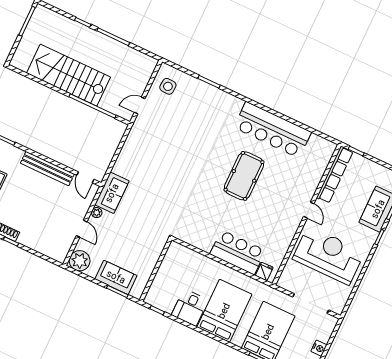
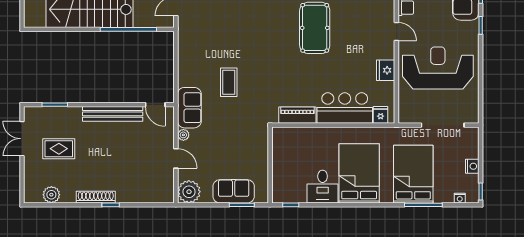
coffee table: (154, 187) -> (229, 82), added
fridge: (285, 237) -> (386, 70), added
piano: (197, 240) -> (297, 115), added

